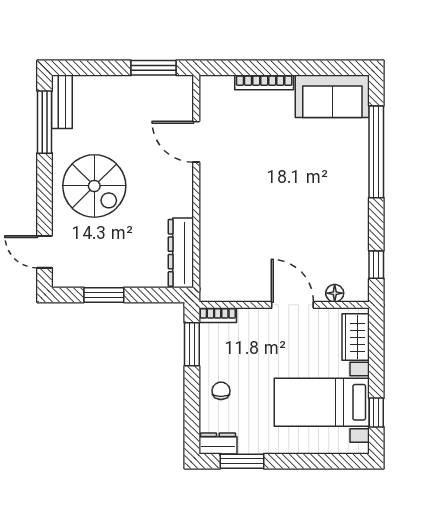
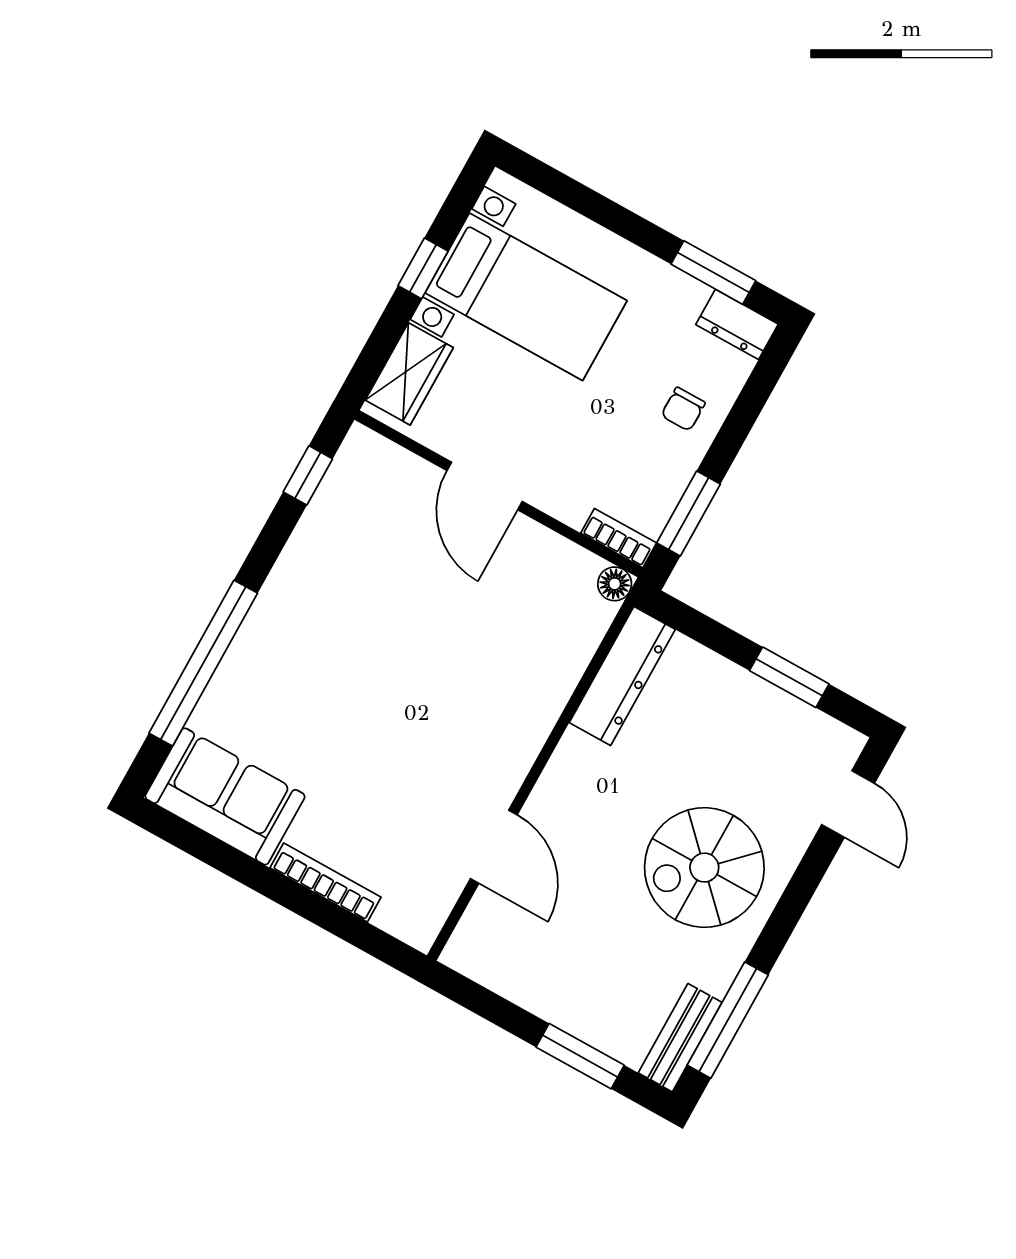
window: (154, 68) -> (580, 1056), moved
spiral stairs: (94, 186) -> (704, 868), turned -90
floor lamp: (335, 293) -> (615, 584), moved
window: (376, 413) -> (423, 268), moved

